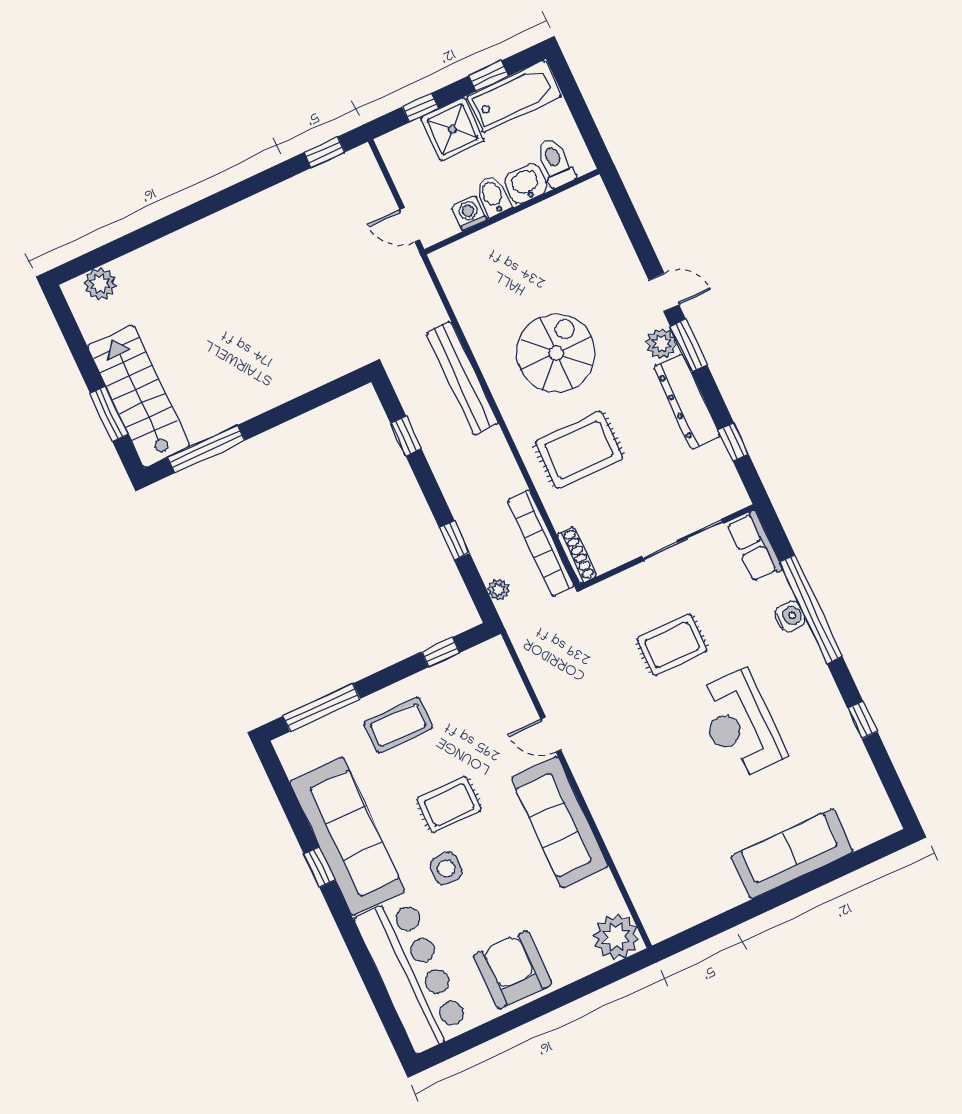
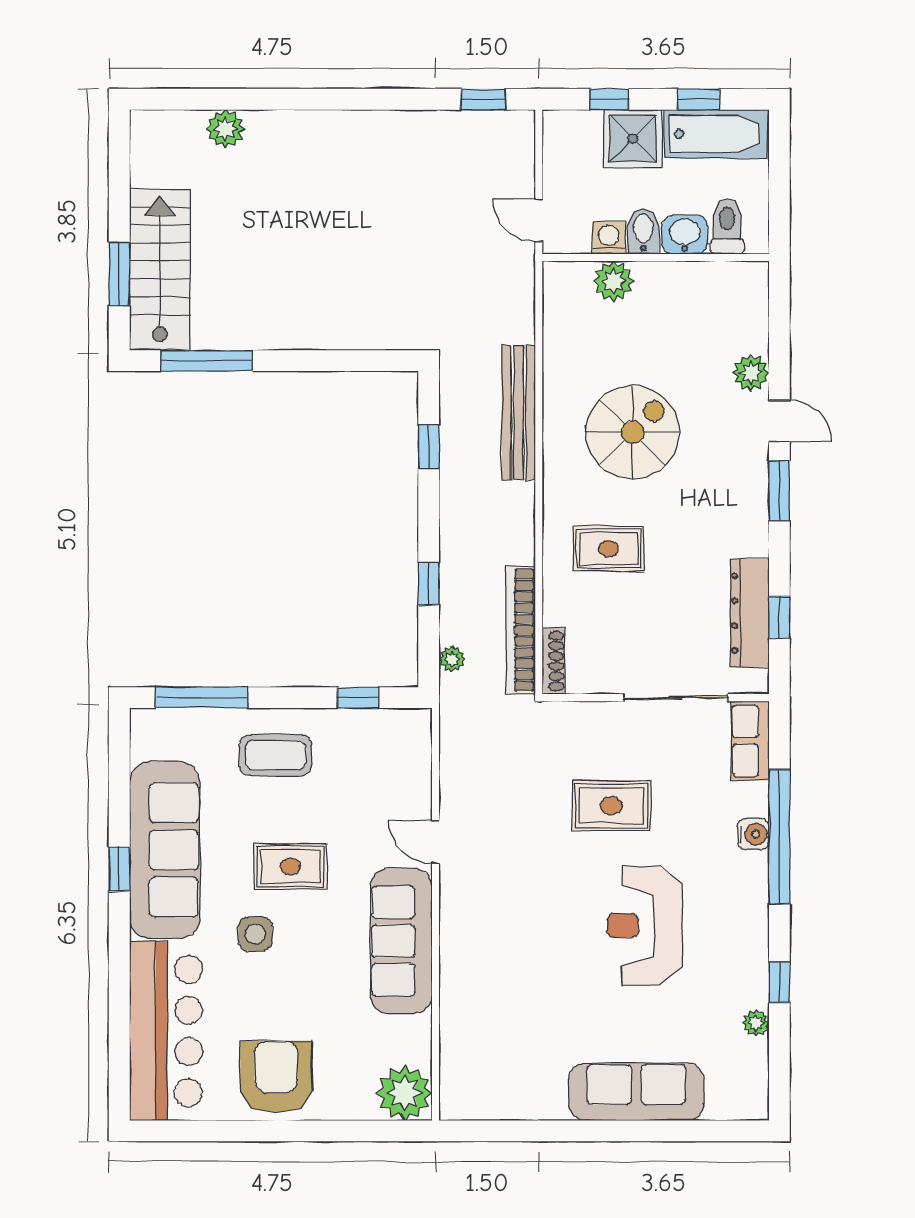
plant: (488, 245) -> (613, 281), added
plant: (100, 284) -> (225, 129), moved
plant: (661, 344) -> (751, 373), moved
dresser: (687, 401) -> (750, 613), moved
rug: (579, 450) -> (608, 549), width x0.73, depth x0.70
plant: (859, 759) -> (756, 1023), added

